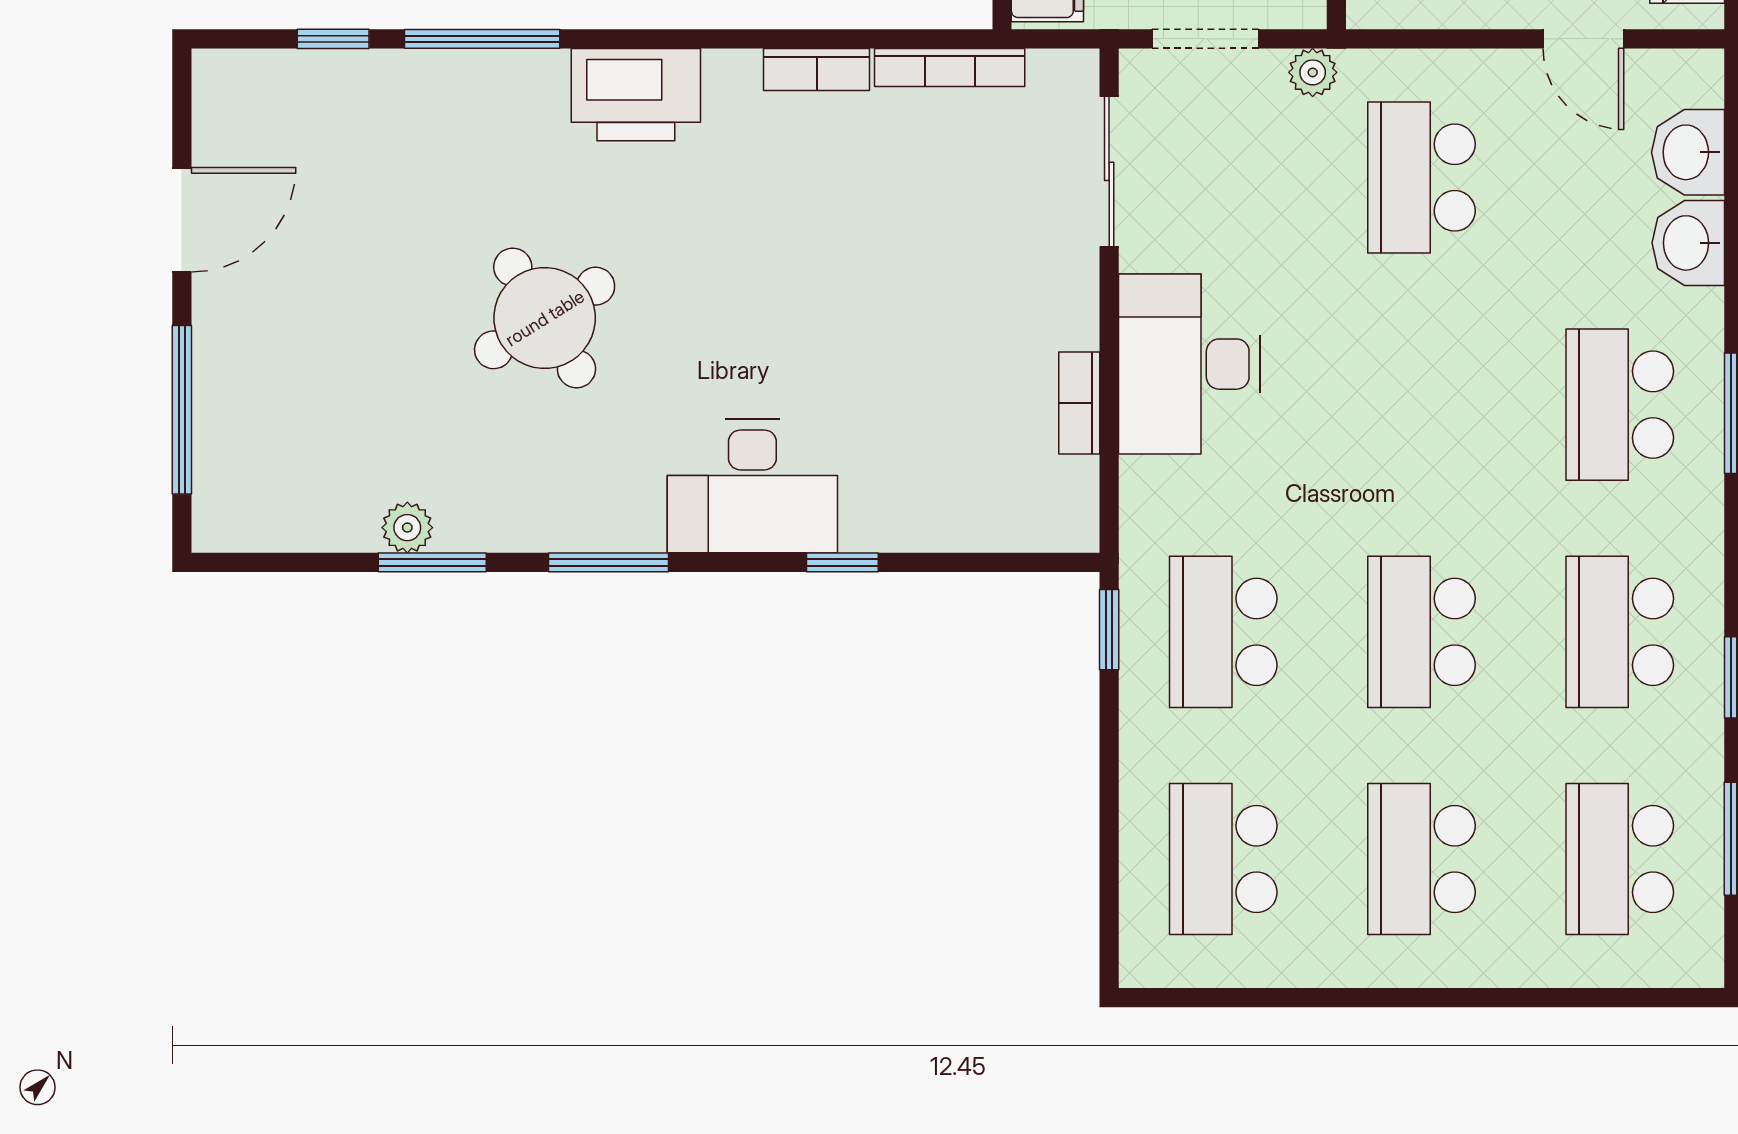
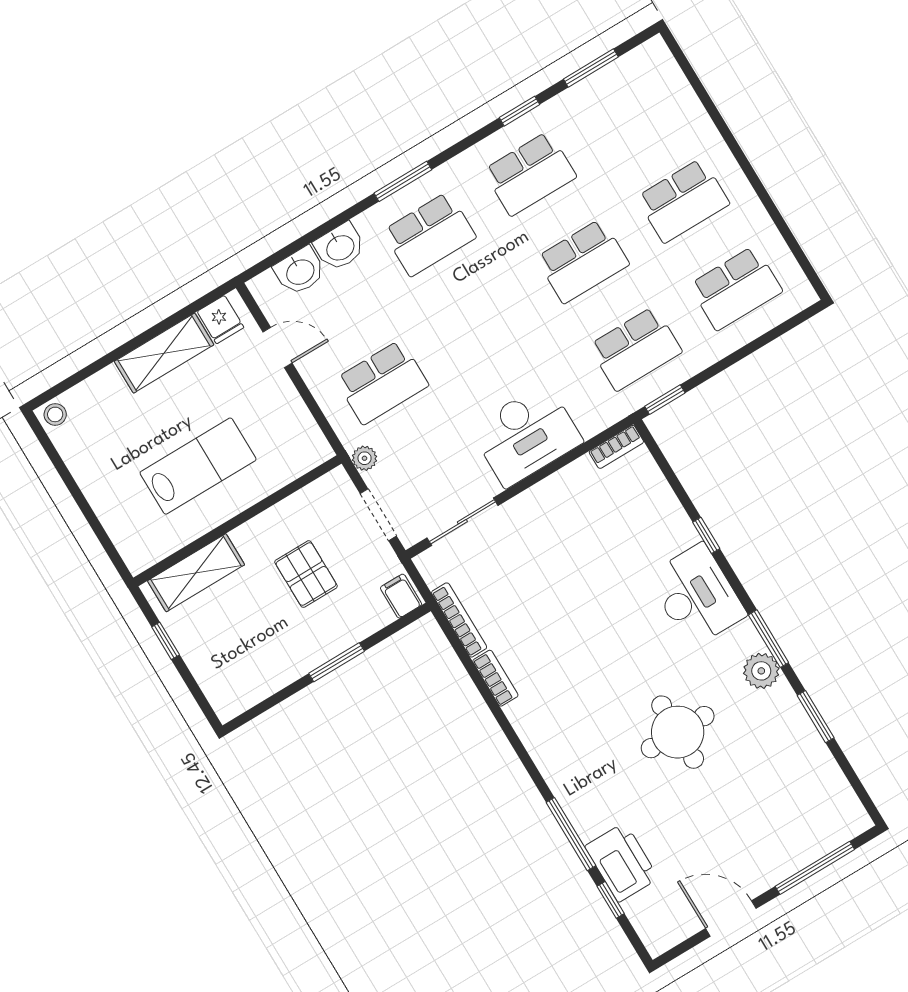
door: (1583, 39) -> (277, 348), hinge flipped
printer: (636, 95) -> (622, 862), moved
round table: (545, 318) -> (678, 732), turned 32
bookcase: (1079, 403) -> (616, 447), moved
plant: (407, 528) -> (761, 671), moved, width x1.38, depth x1.38
school desk: (1620, 859) -> (630, 113), removed

